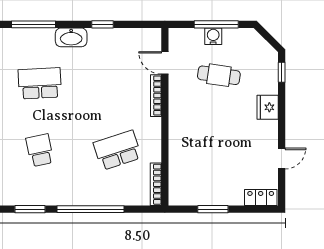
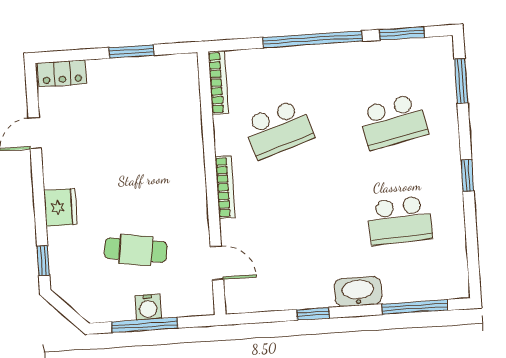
bookcase: (156, 96) -> (225, 187), moved
school desk: (40, 150) -> (393, 122), width x1.85

